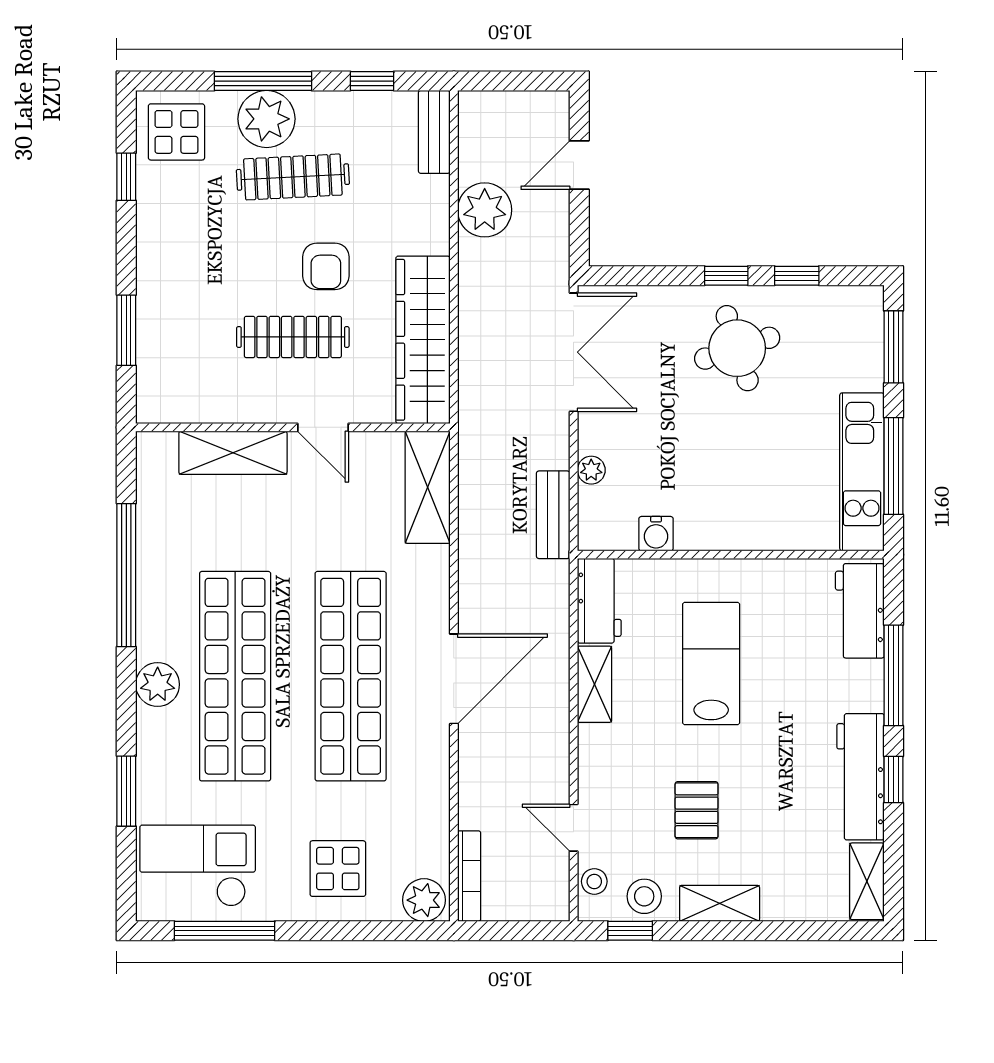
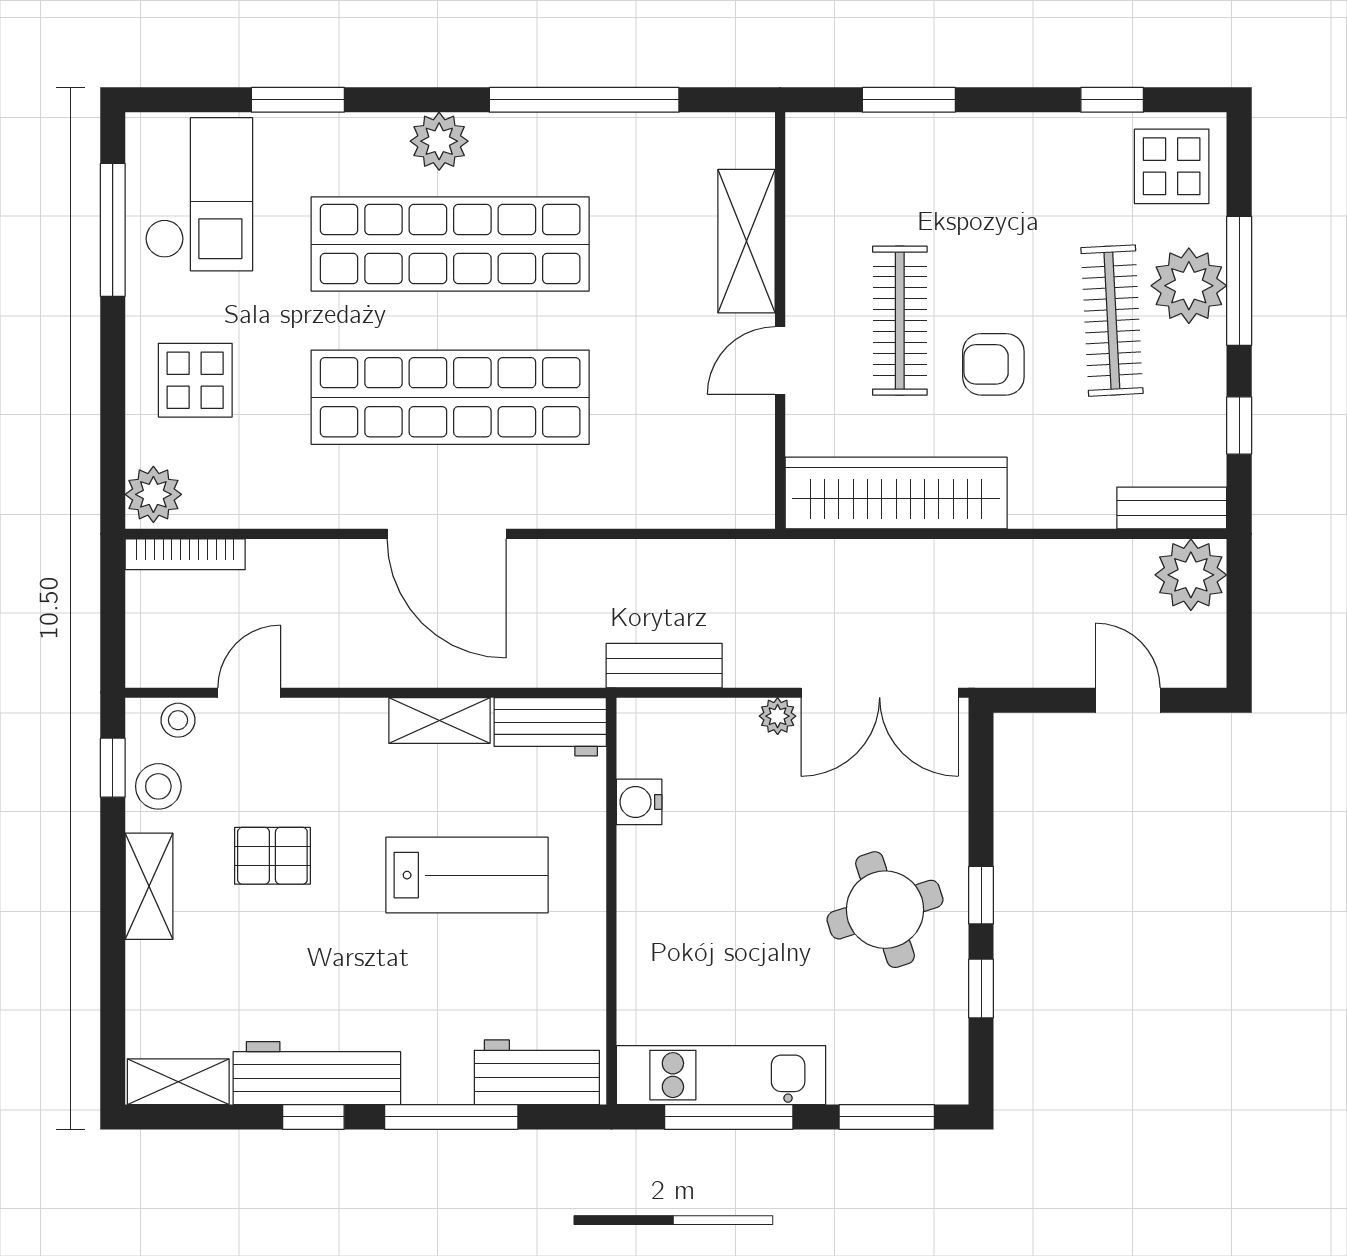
plant: (485, 210) -> (1191, 575), moved
plant: (591, 470) -> (778, 716), moved
shelving: (428, 487) -> (701, 499), removed

